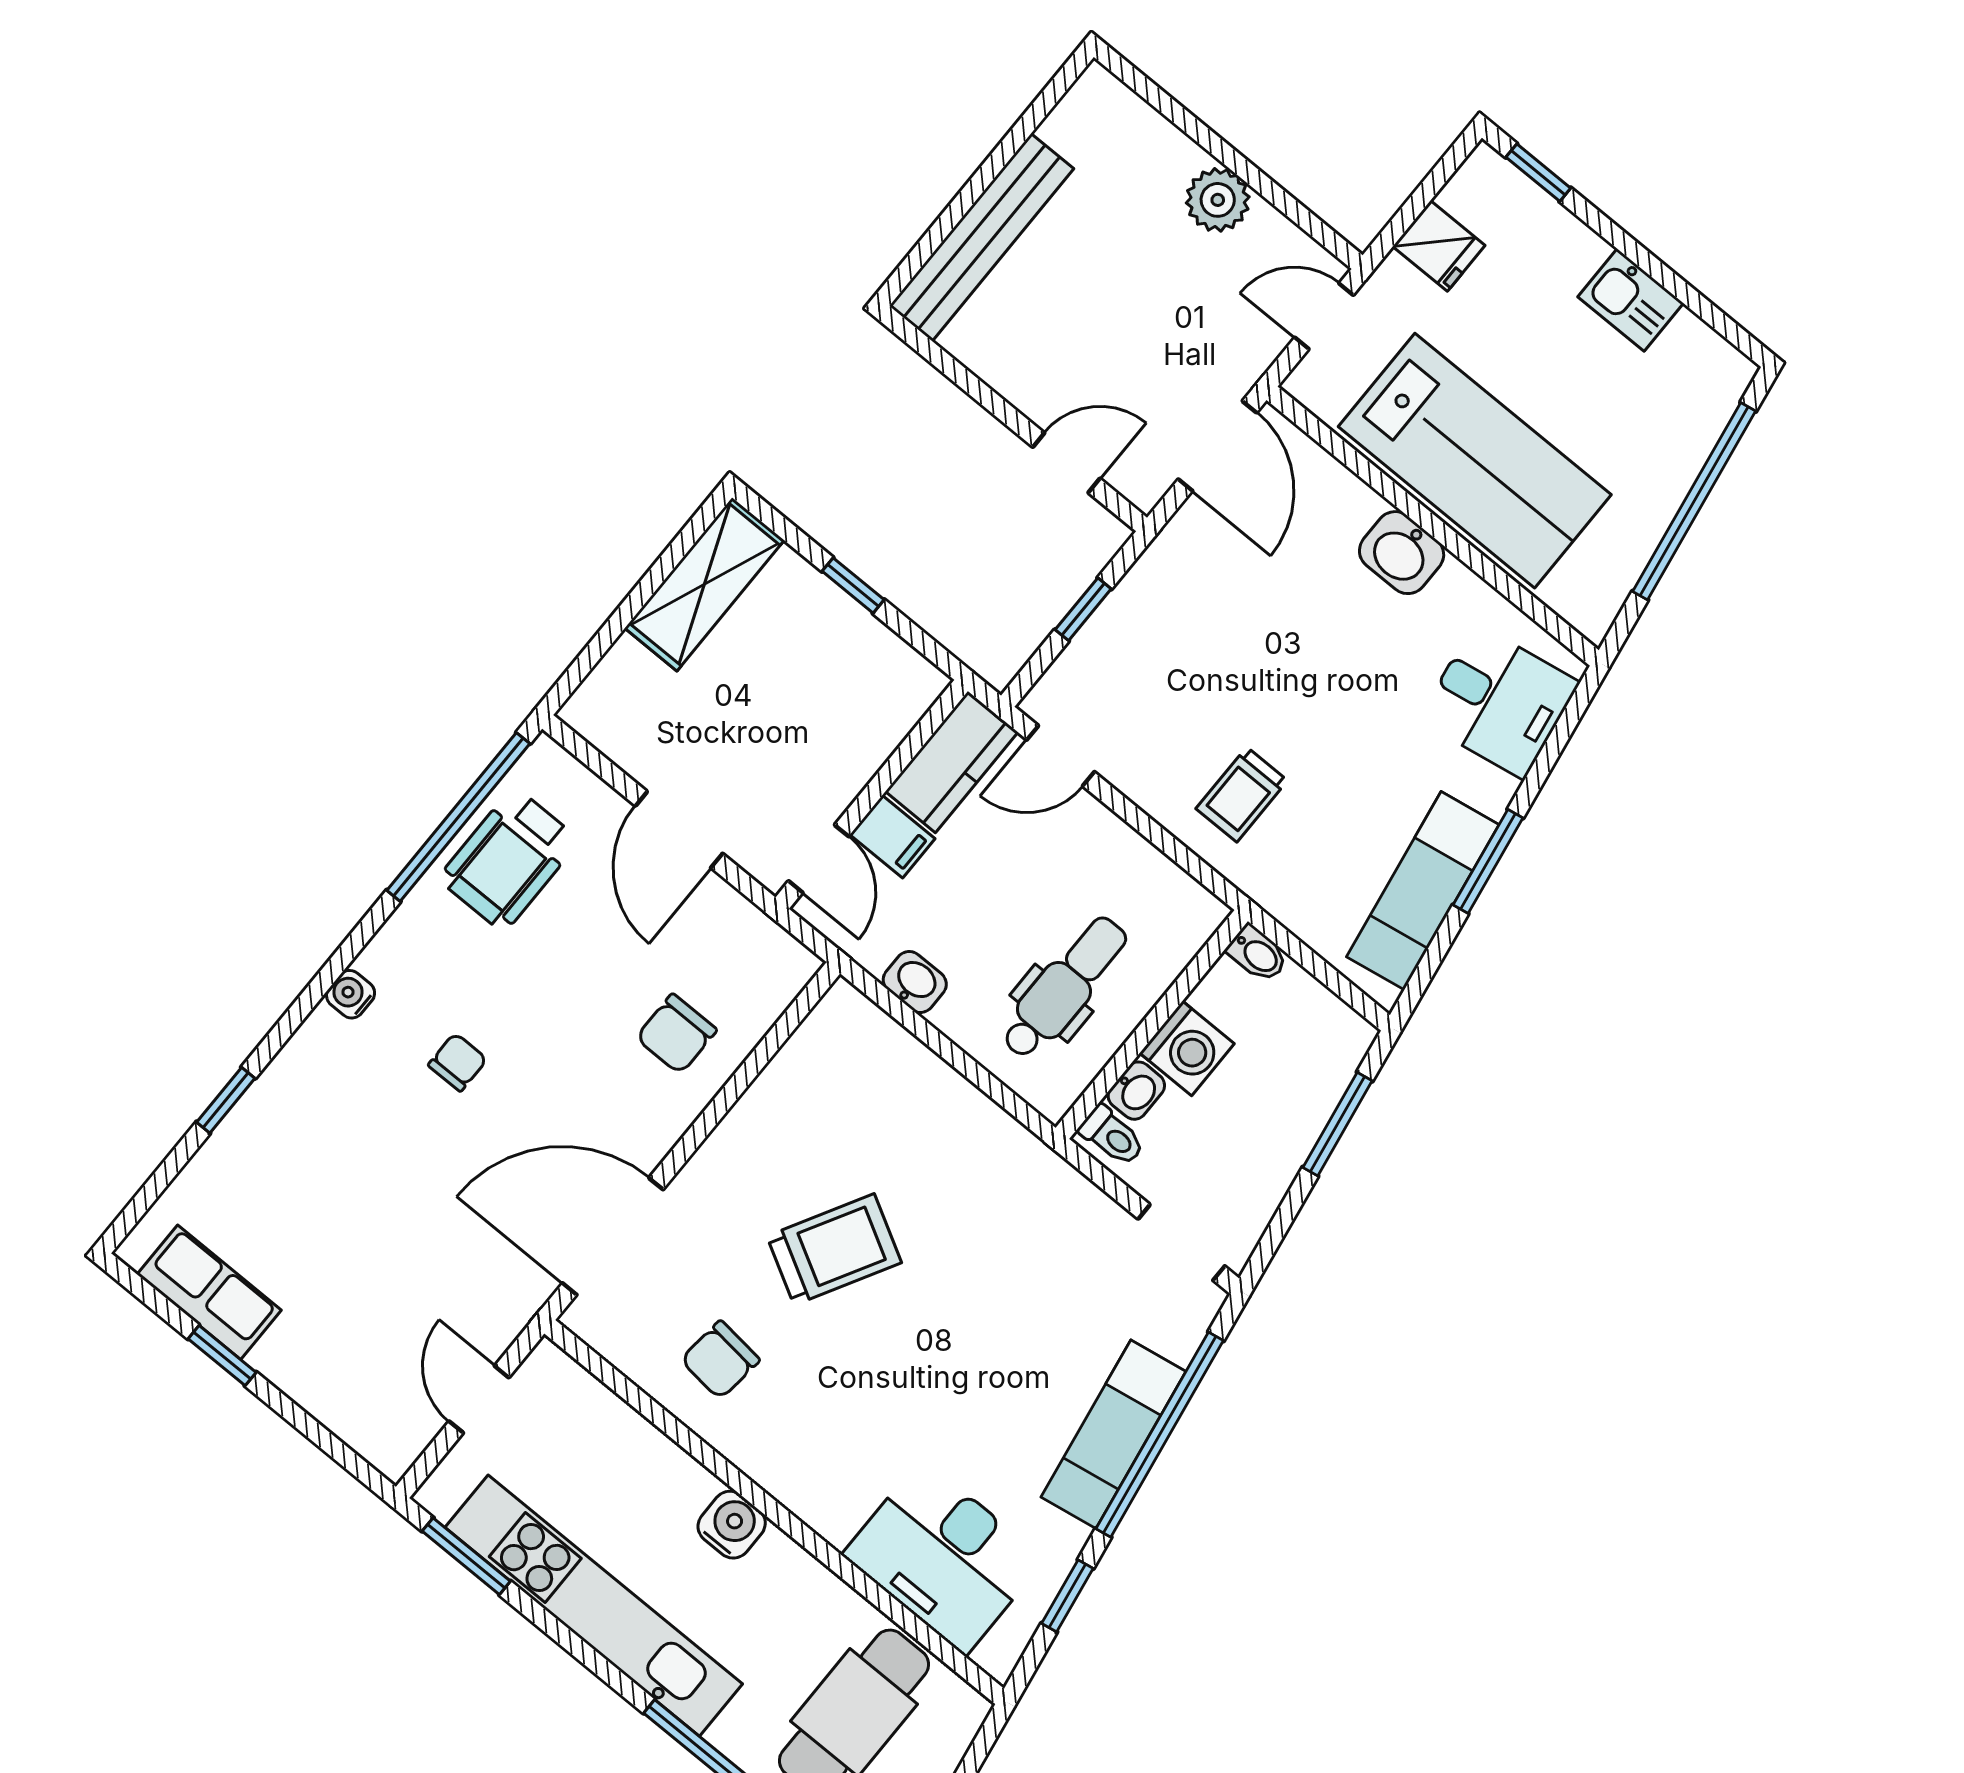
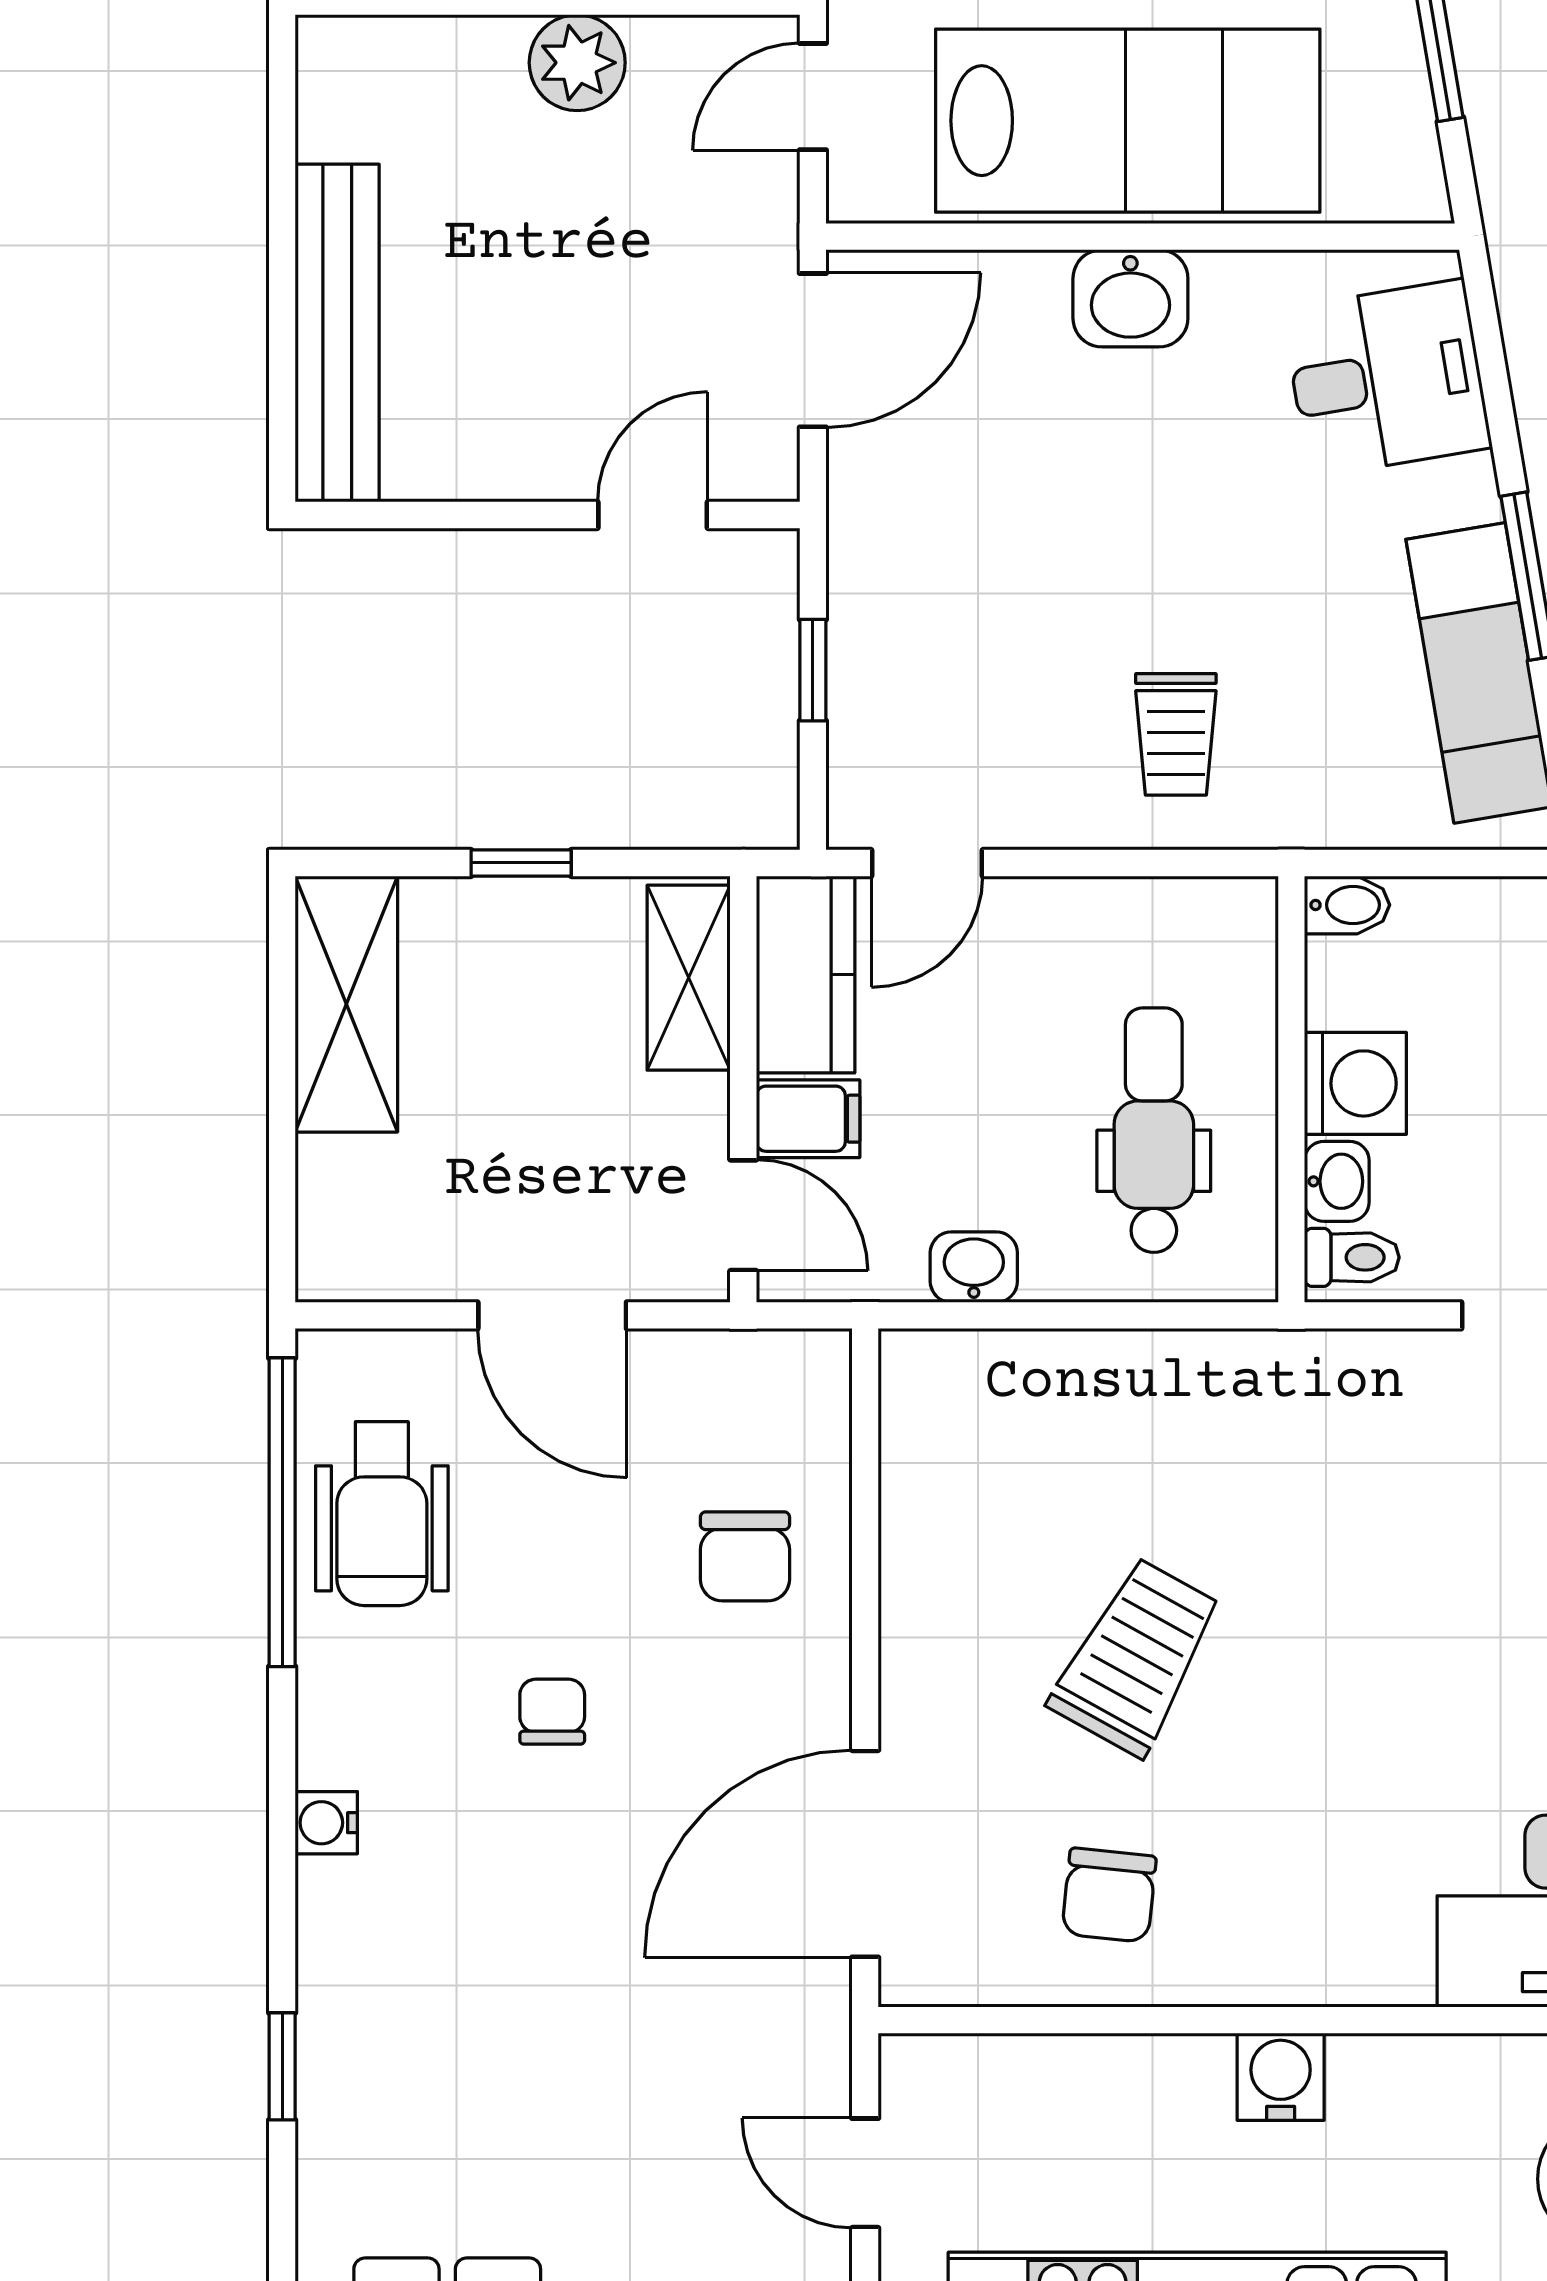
door: (1217, 446) -> (813, 350), hinge flipped
shelving: (891, 714) -> (689, 978), added
chair: (458, 1062) -> (552, 1712), moved

